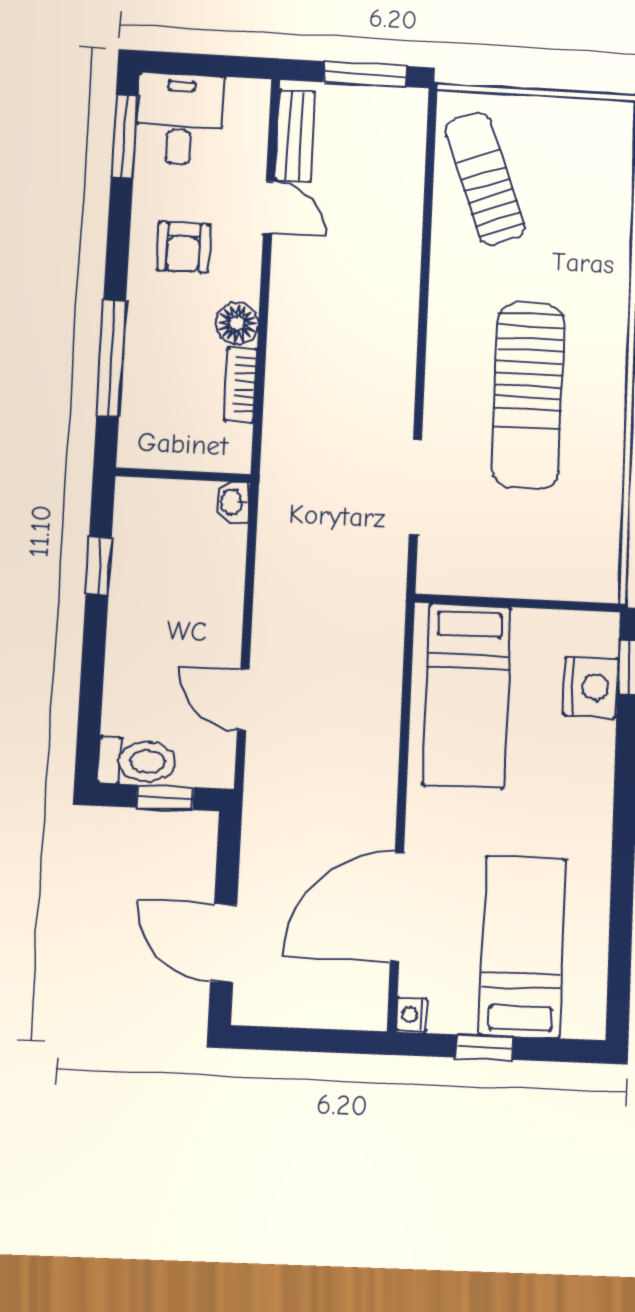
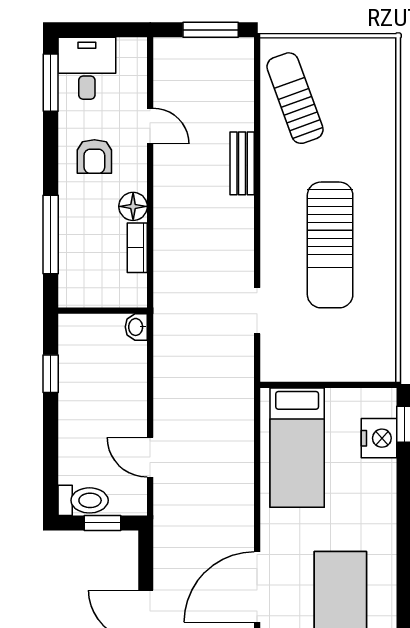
bench: (295, 136) -> (242, 163), moved
doorway: (415, 487) -> (257, 311), width x0.73

